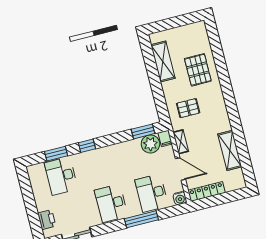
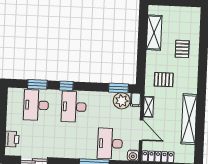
pallet: (198, 70) -> (182, 49), width x0.67, depth x0.71
shelving: (230, 150) -> (189, 119), width x1.47
desk: (111, 203) -> (74, 107), moved

